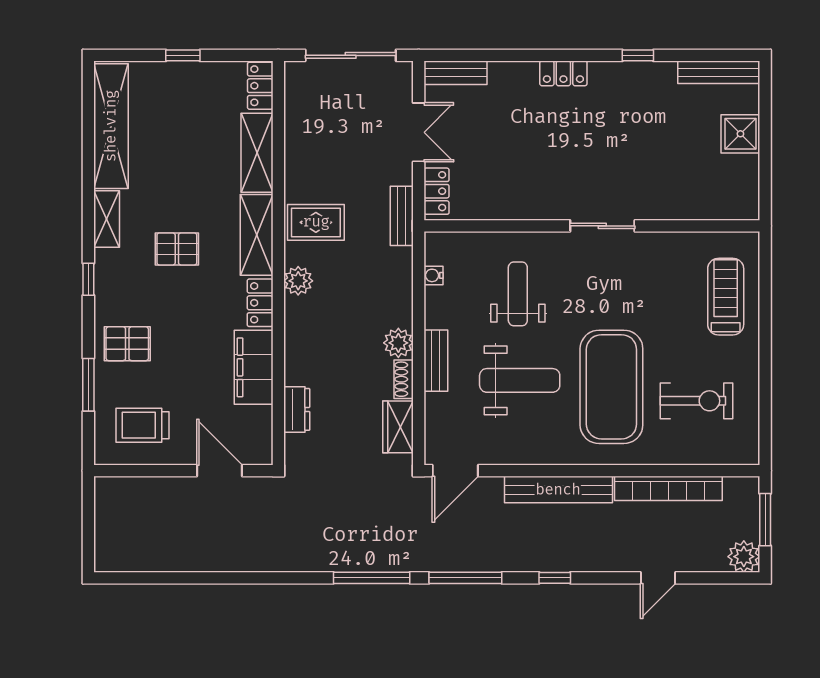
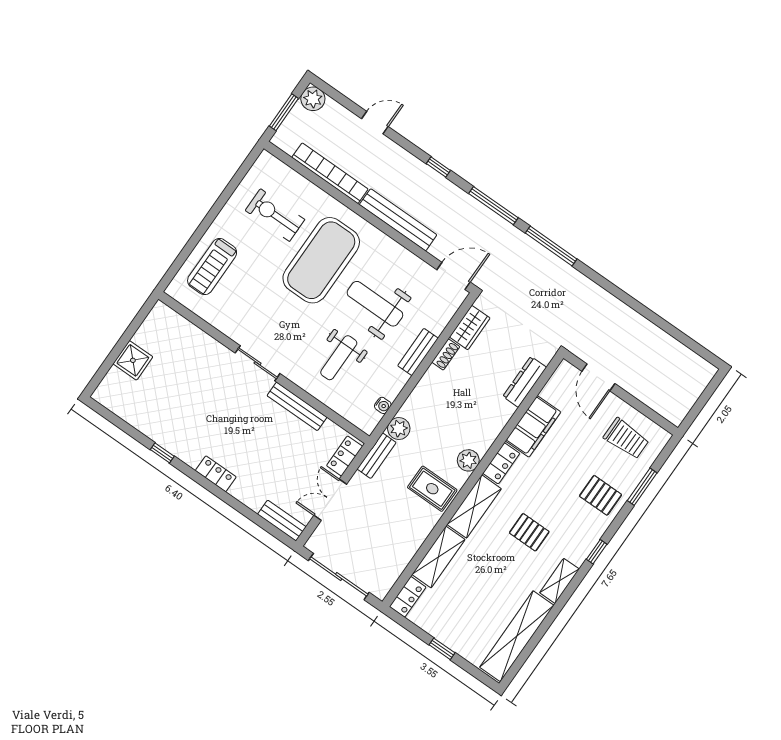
bench: (719, 72) -> (297, 406), moved
plant: (398, 343) -> (399, 429), moved
dresser: (297, 409) -> (525, 382), width x1.44

